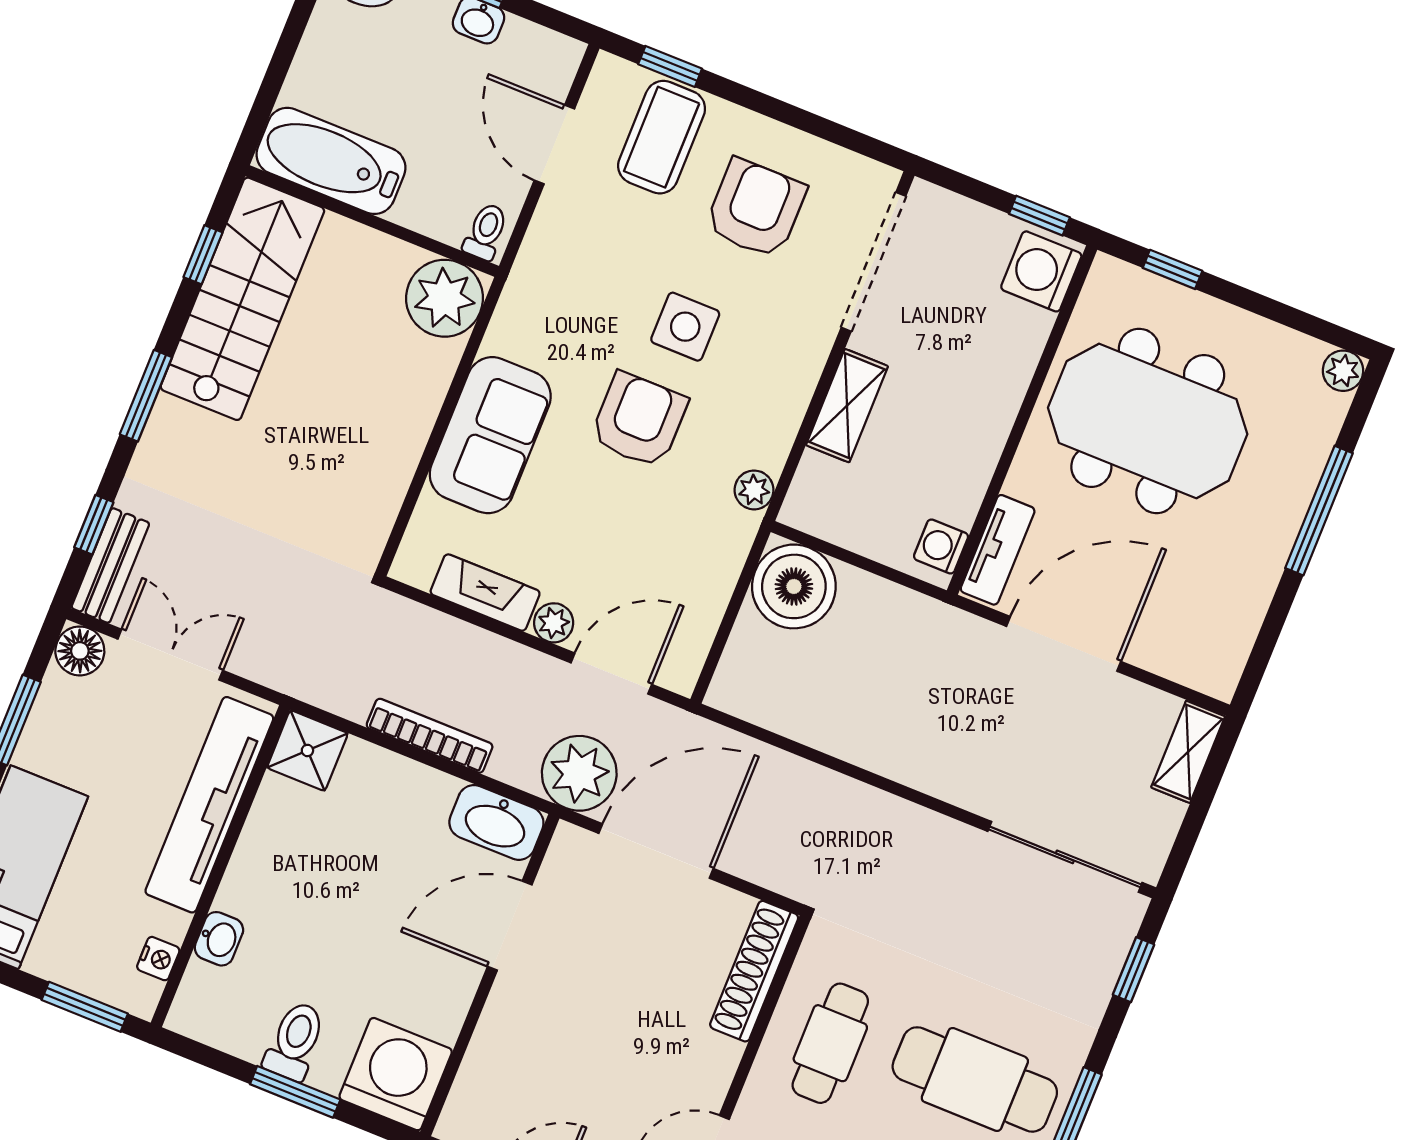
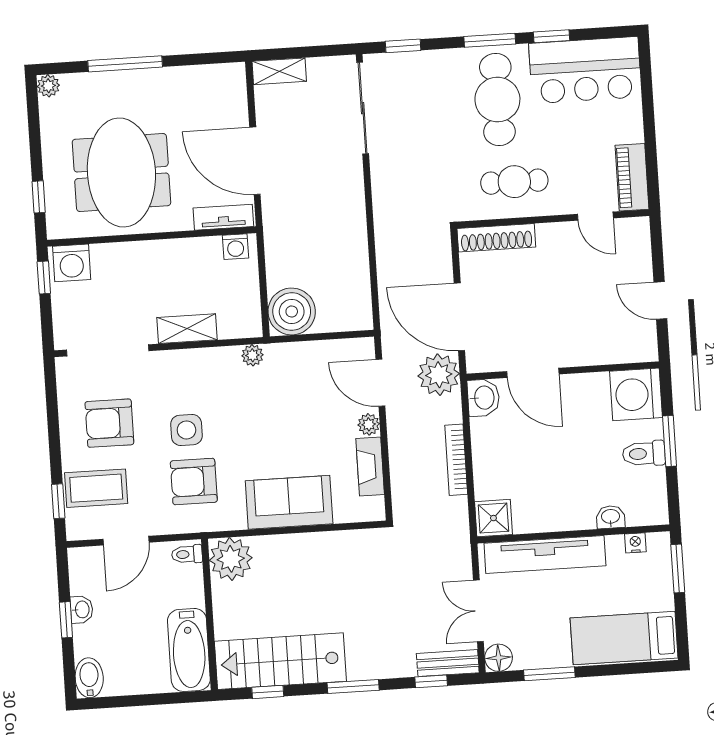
armchair: (639, 420) -> (194, 482), moved
washbasin: (496, 823) -> (483, 398), width x0.72

